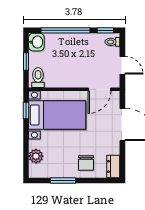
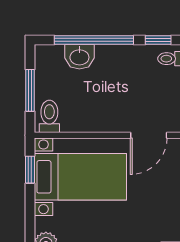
washbasin: (36, 42) -> (79, 57), moved, turned 90
window: (26, 62) -> (30, 90), width x1.50

